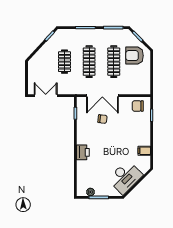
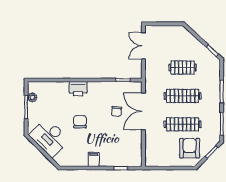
double door: (46, 96) -> (143, 46), swing flipped
chair: (138, 106) -> (80, 122), moved
filing cabinet: (144, 151) -> (94, 159), moved

